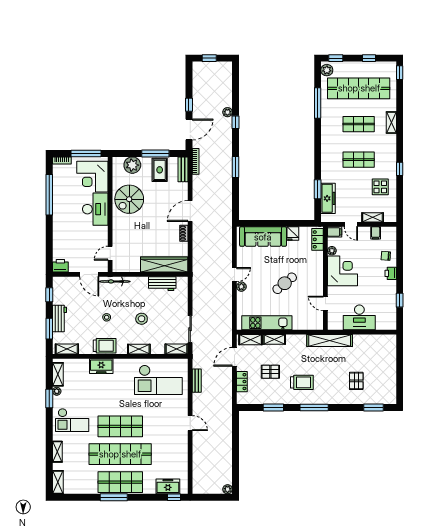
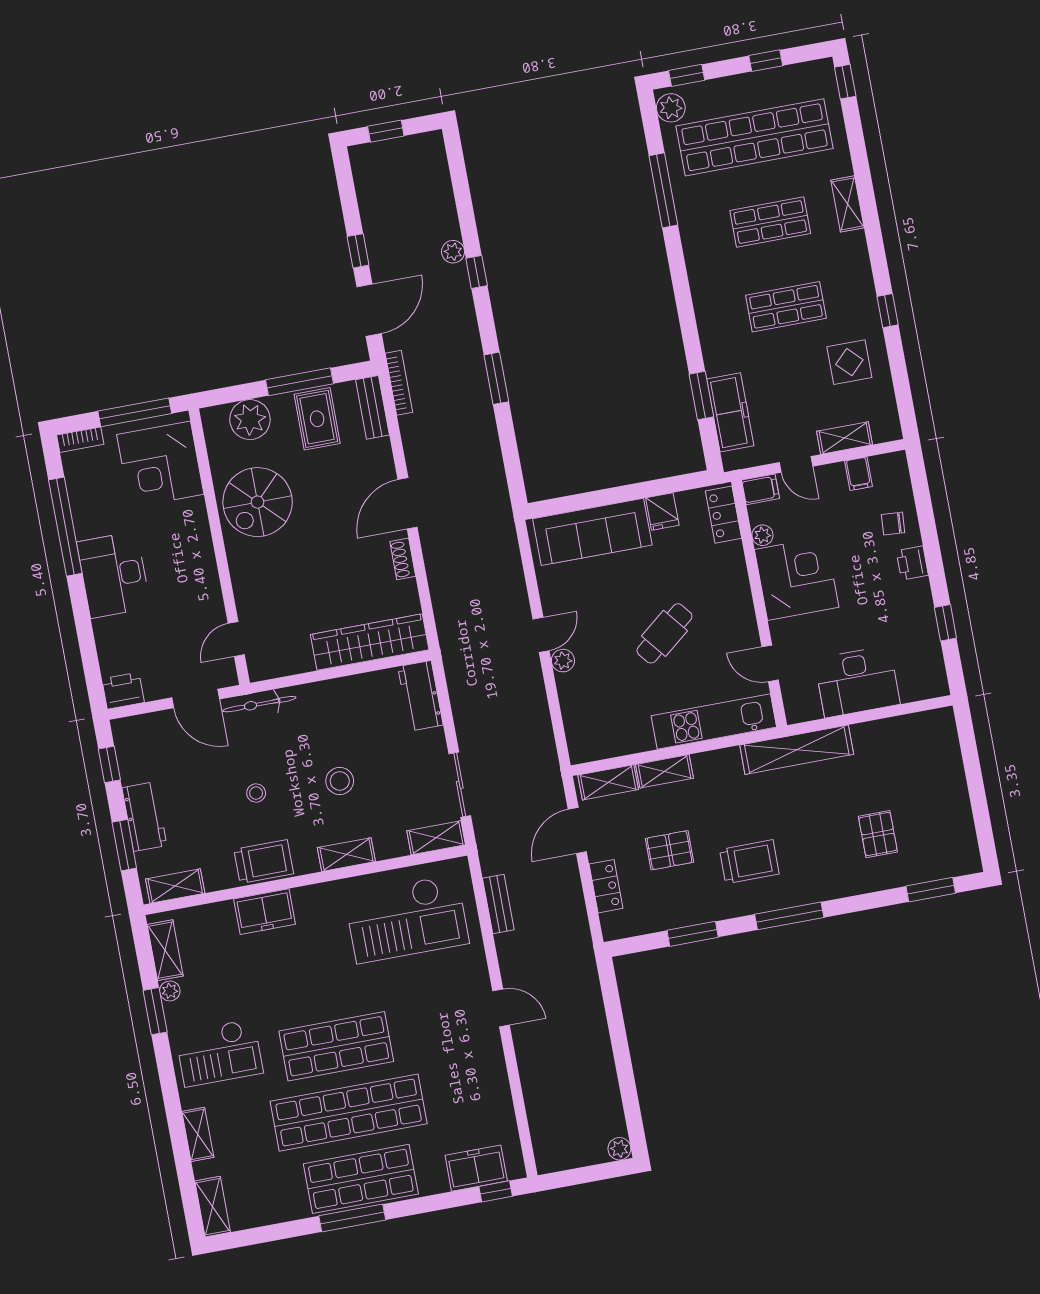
desk: (95, 209) -> (114, 575), moved, turned 180
workbench: (162, 284) -> (420, 696), moved, turned 90
kitchen unit: (267, 323) -> (714, 721), moved

